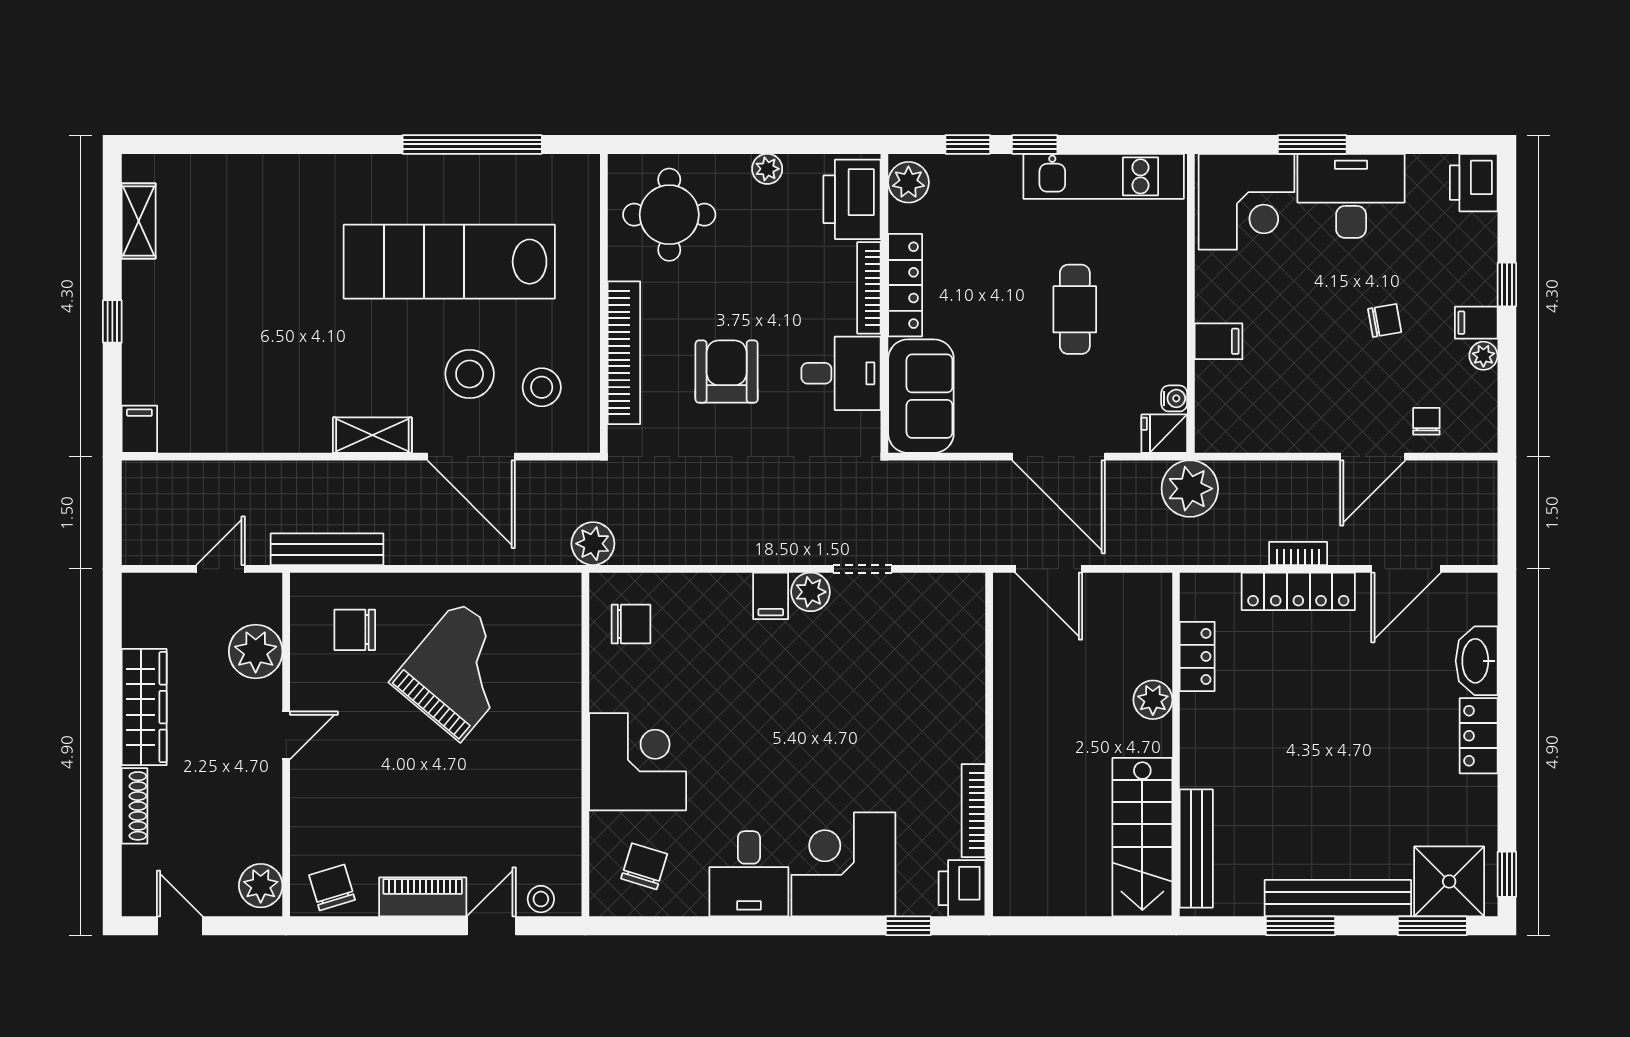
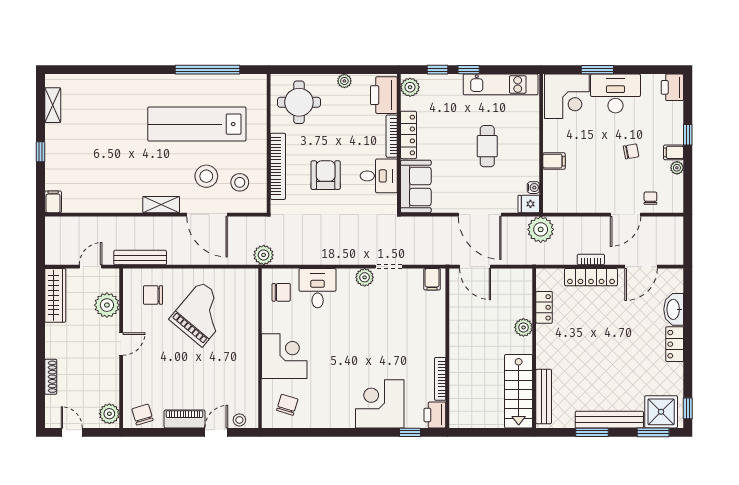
filing cabinet: (771, 596) -> (432, 279), moved
wardrobe: (144, 707) -> (55, 295), moved
desk: (749, 874) -> (318, 288), moved, turned 180

